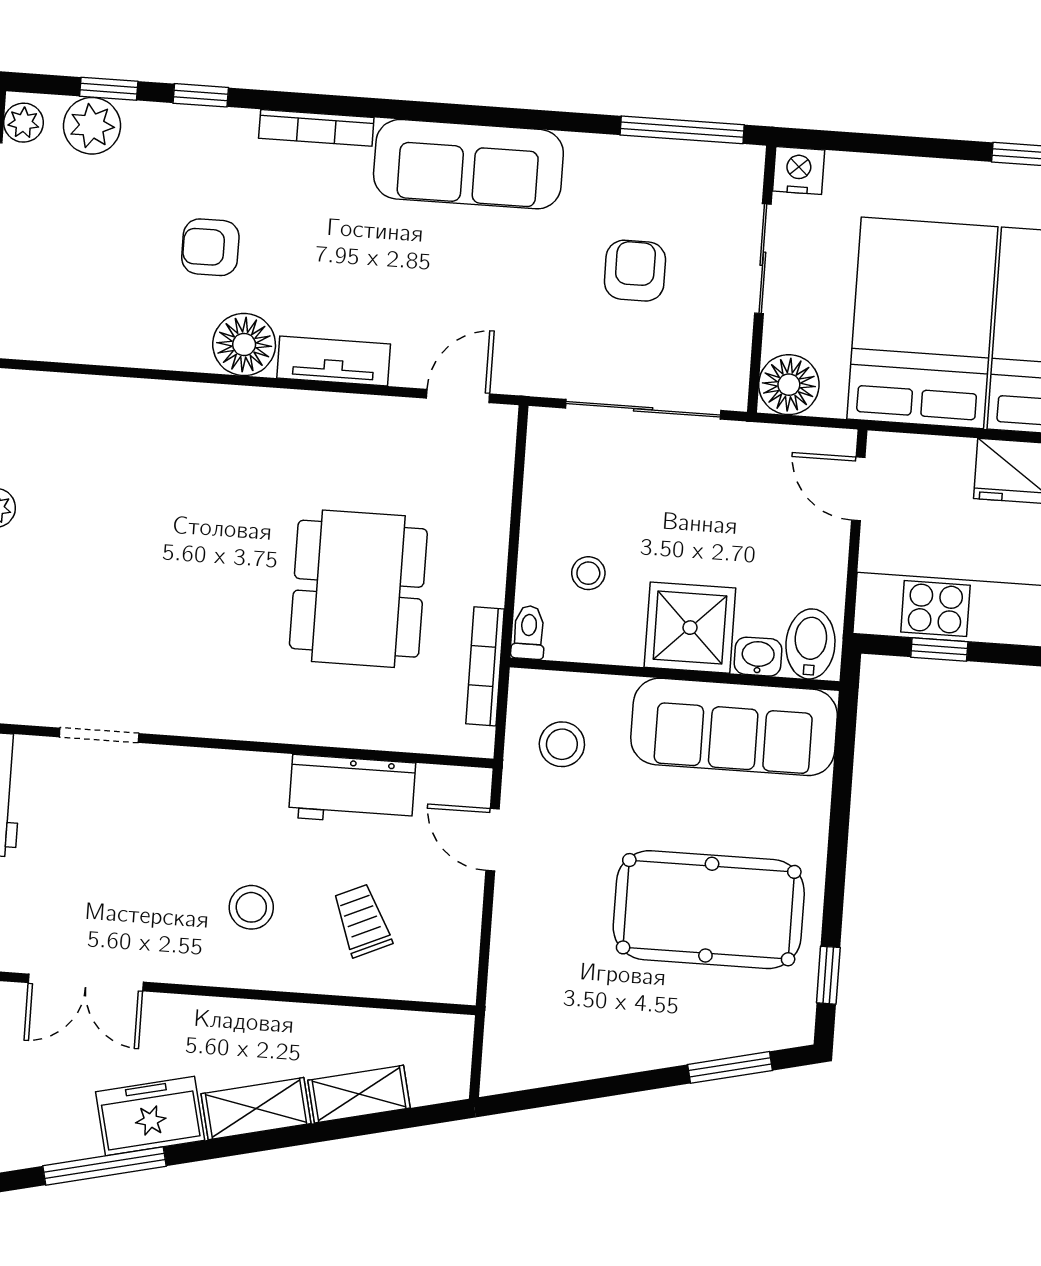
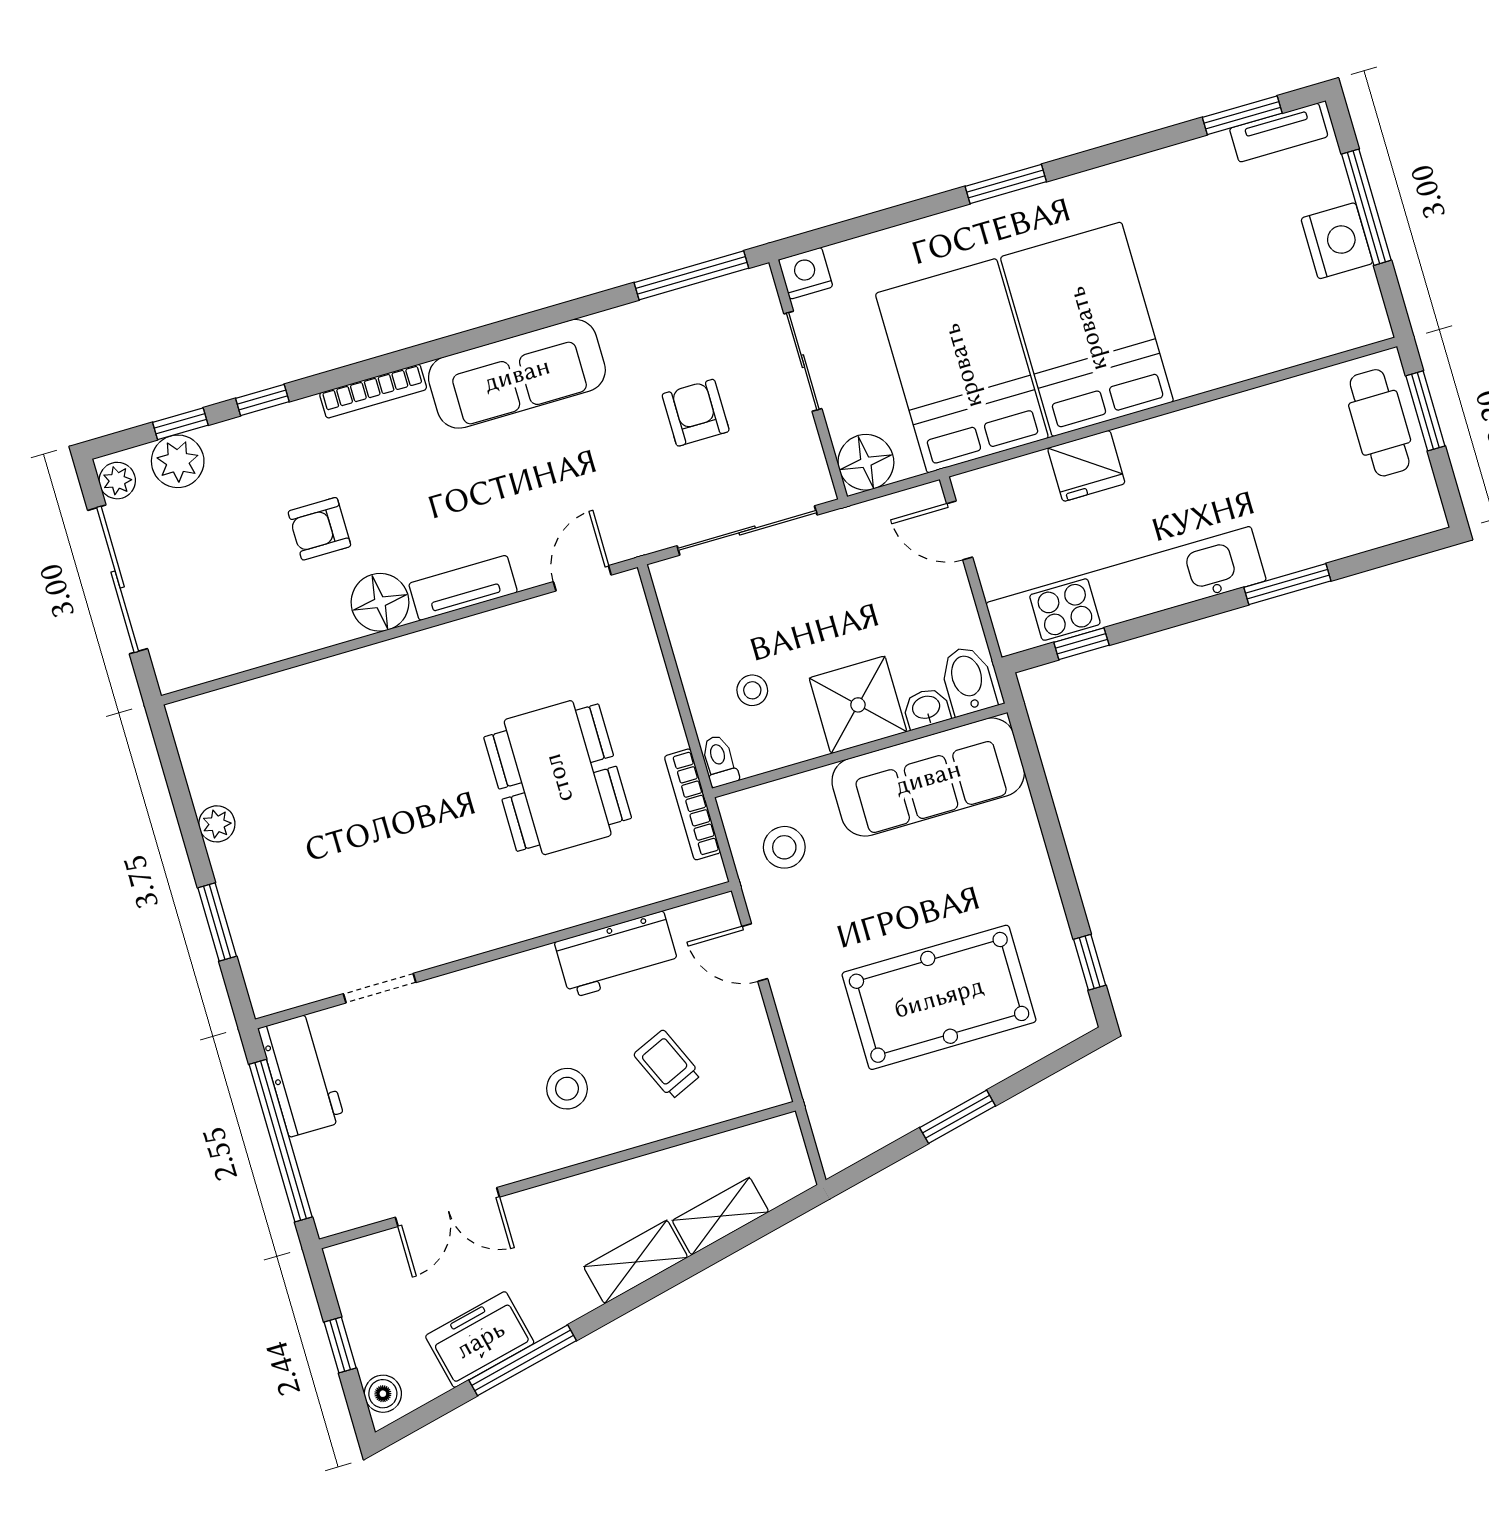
pool table: (709, 910) -> (939, 997), moved
window: (730, 1067) -> (958, 1117), moved
freezer: (150, 1116) -> (480, 1339), moved

